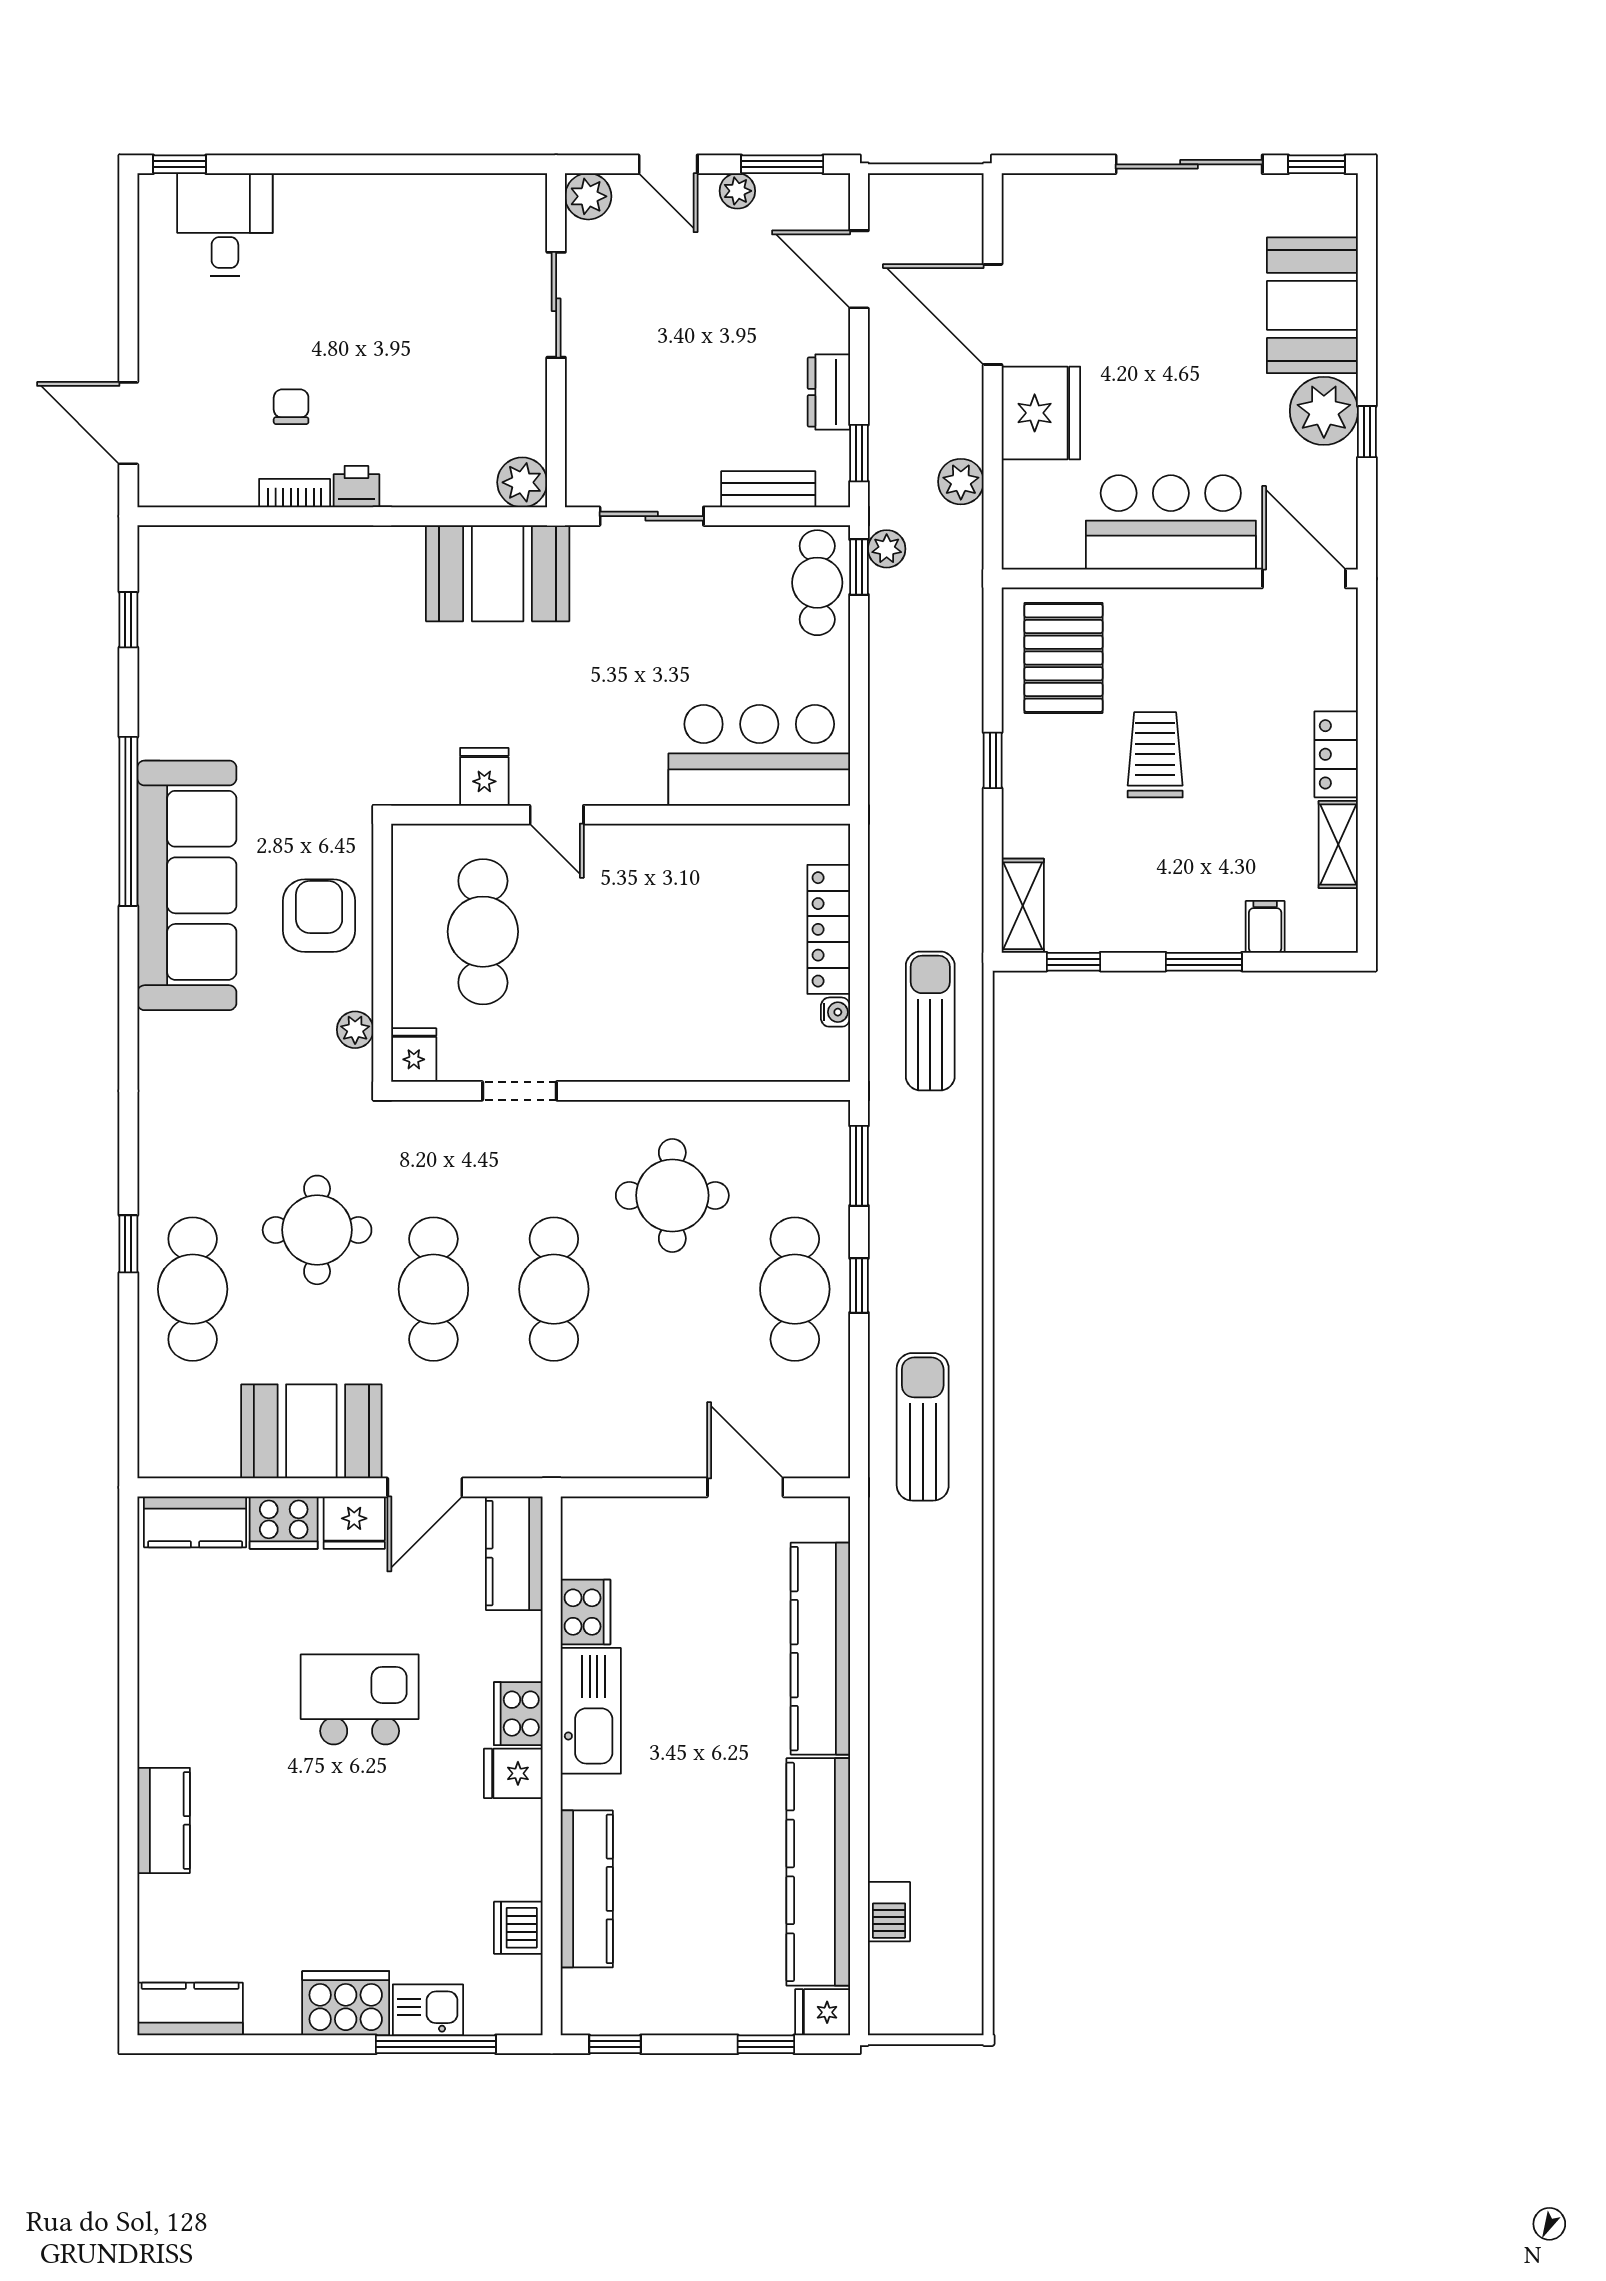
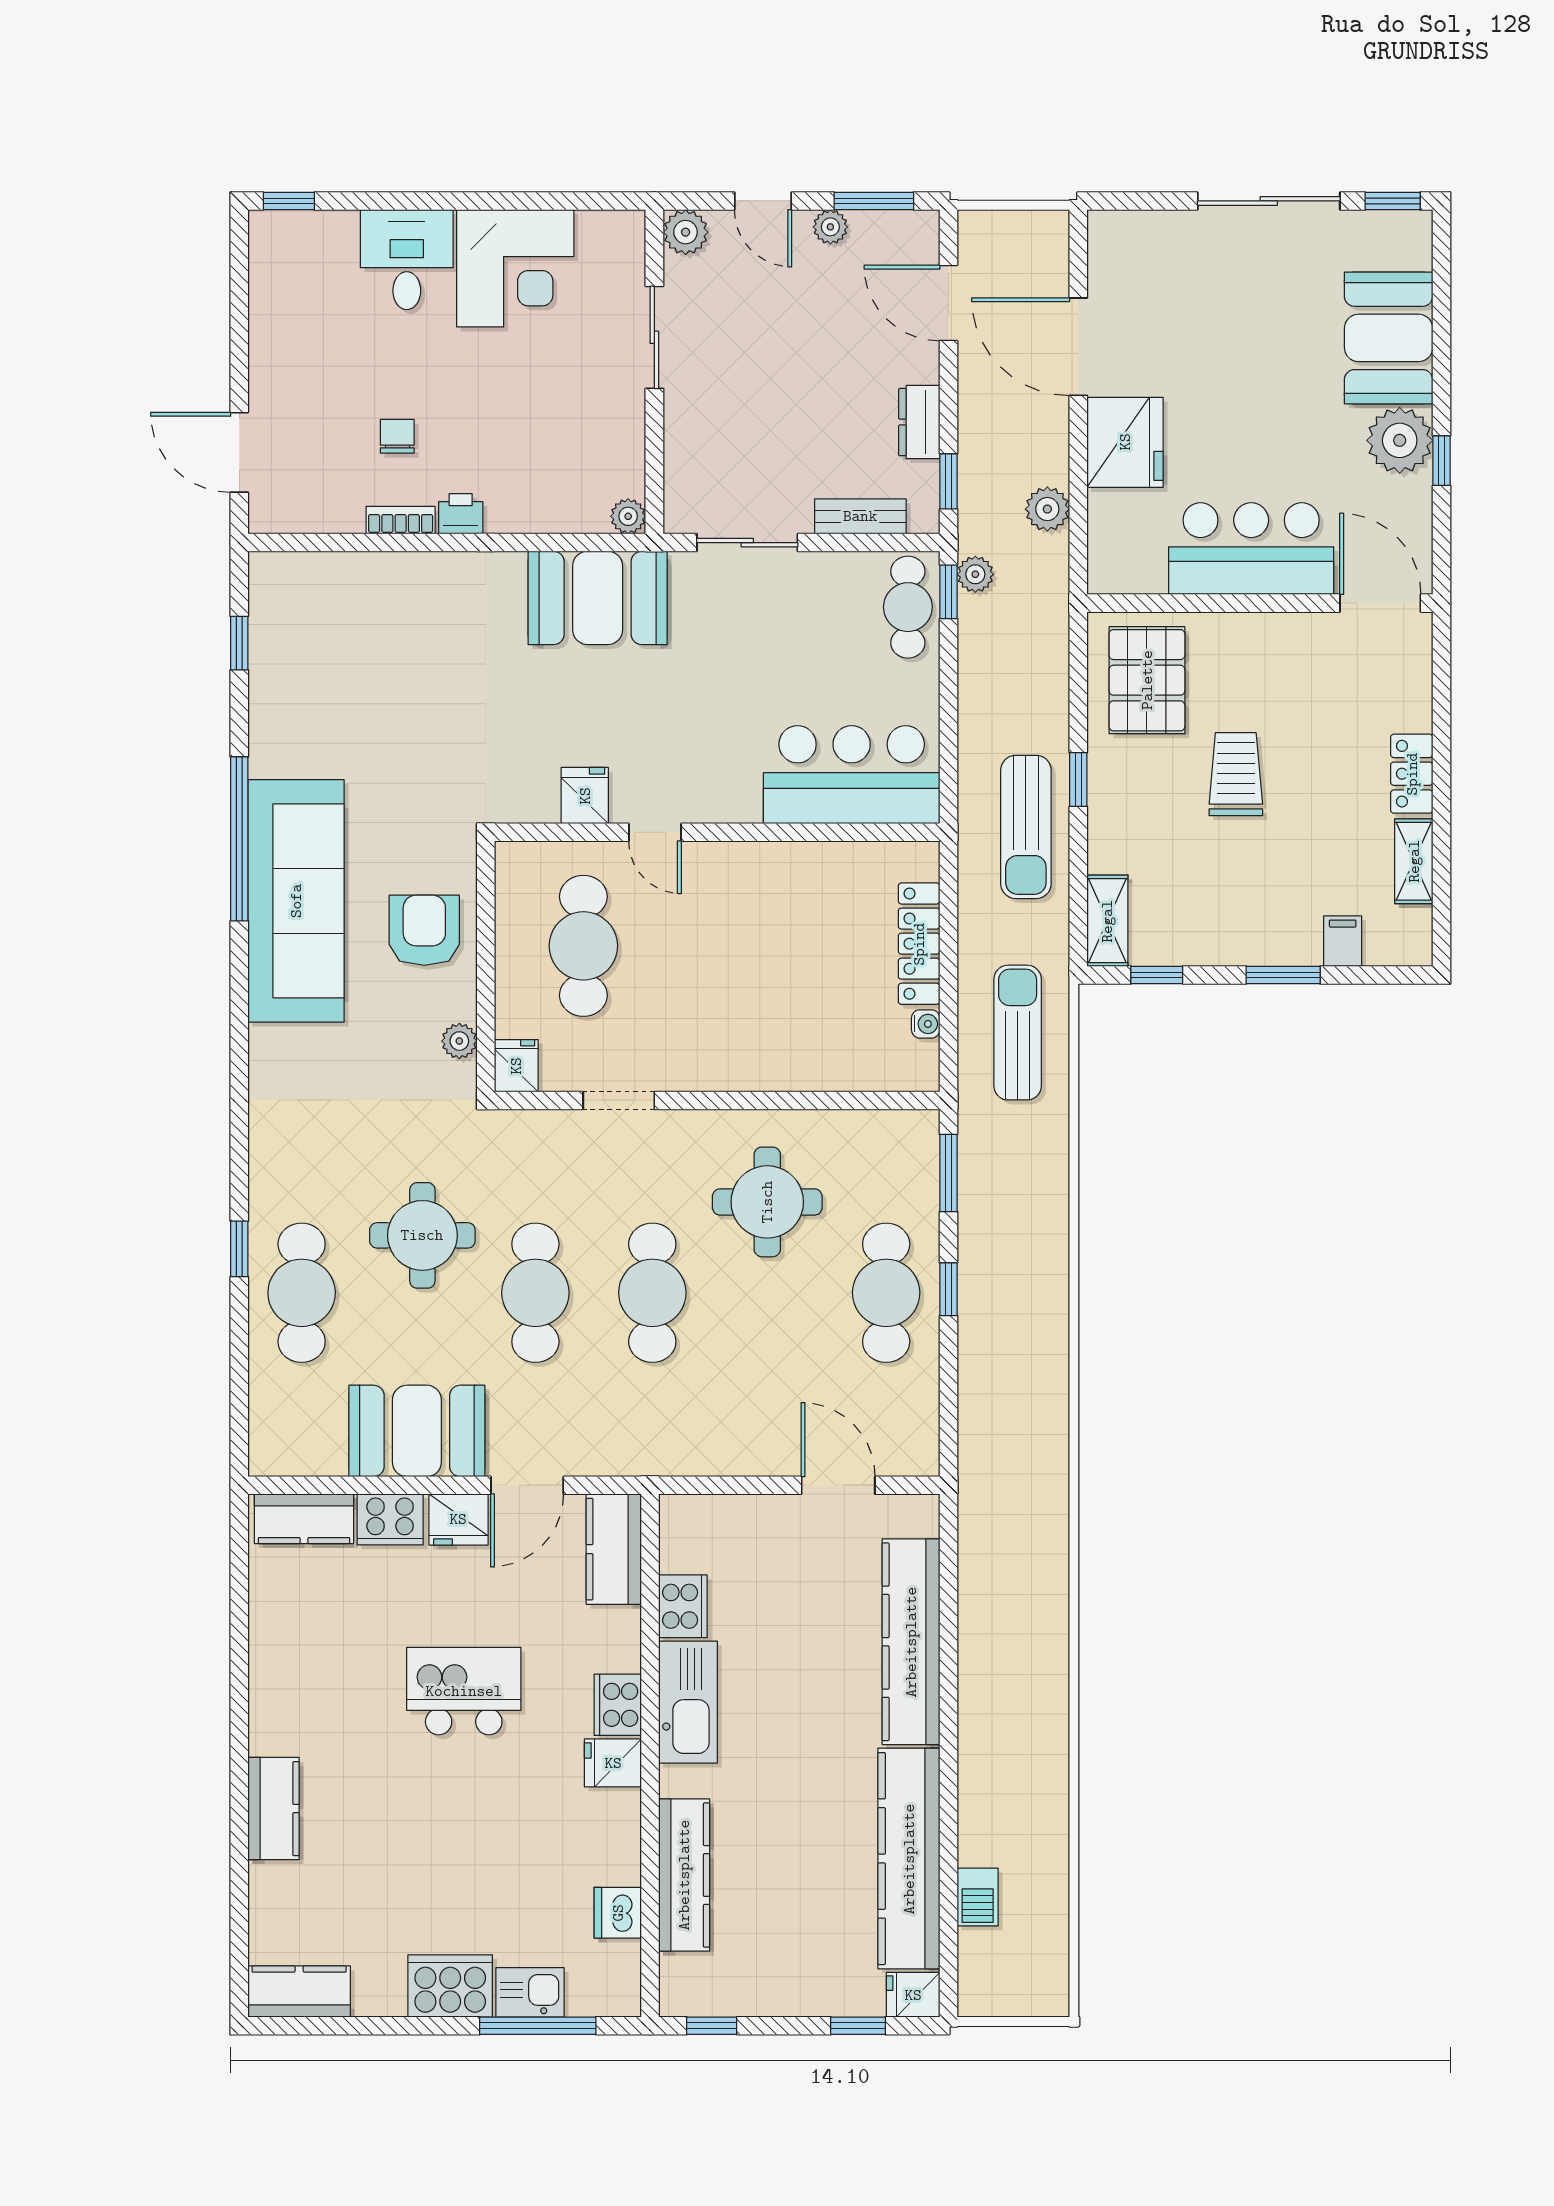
desk: (225, 225) -> (407, 260), moved
corner desk: (413, 234) -> (515, 268), added
plant: (522, 482) -> (628, 516), width x0.73, depth x0.73
sun lounger: (923, 1427) -> (1026, 827), moved, turned 180

